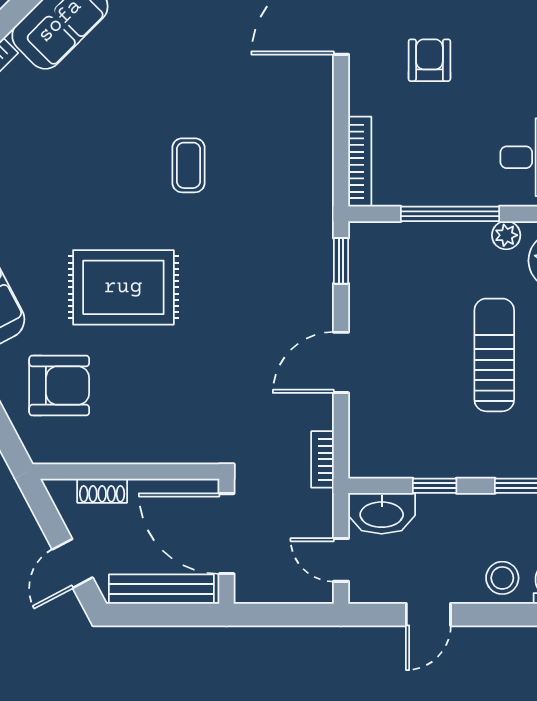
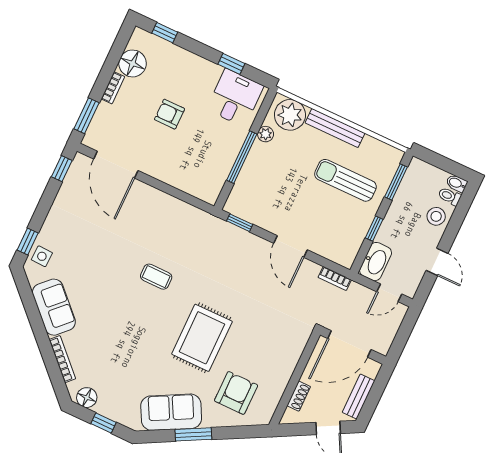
armchair: (429, 60) -> (170, 114), moved
bookcase: (360, 162) -> (194, 190), removed
sun lounger: (494, 355) -> (345, 180), moved
bench: (161, 589) -> (359, 397), width x0.73

